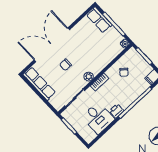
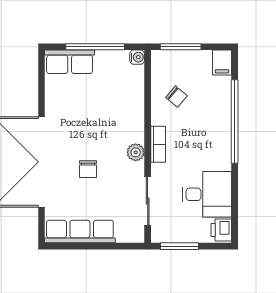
printer: (116, 111) -> (221, 230), moved

